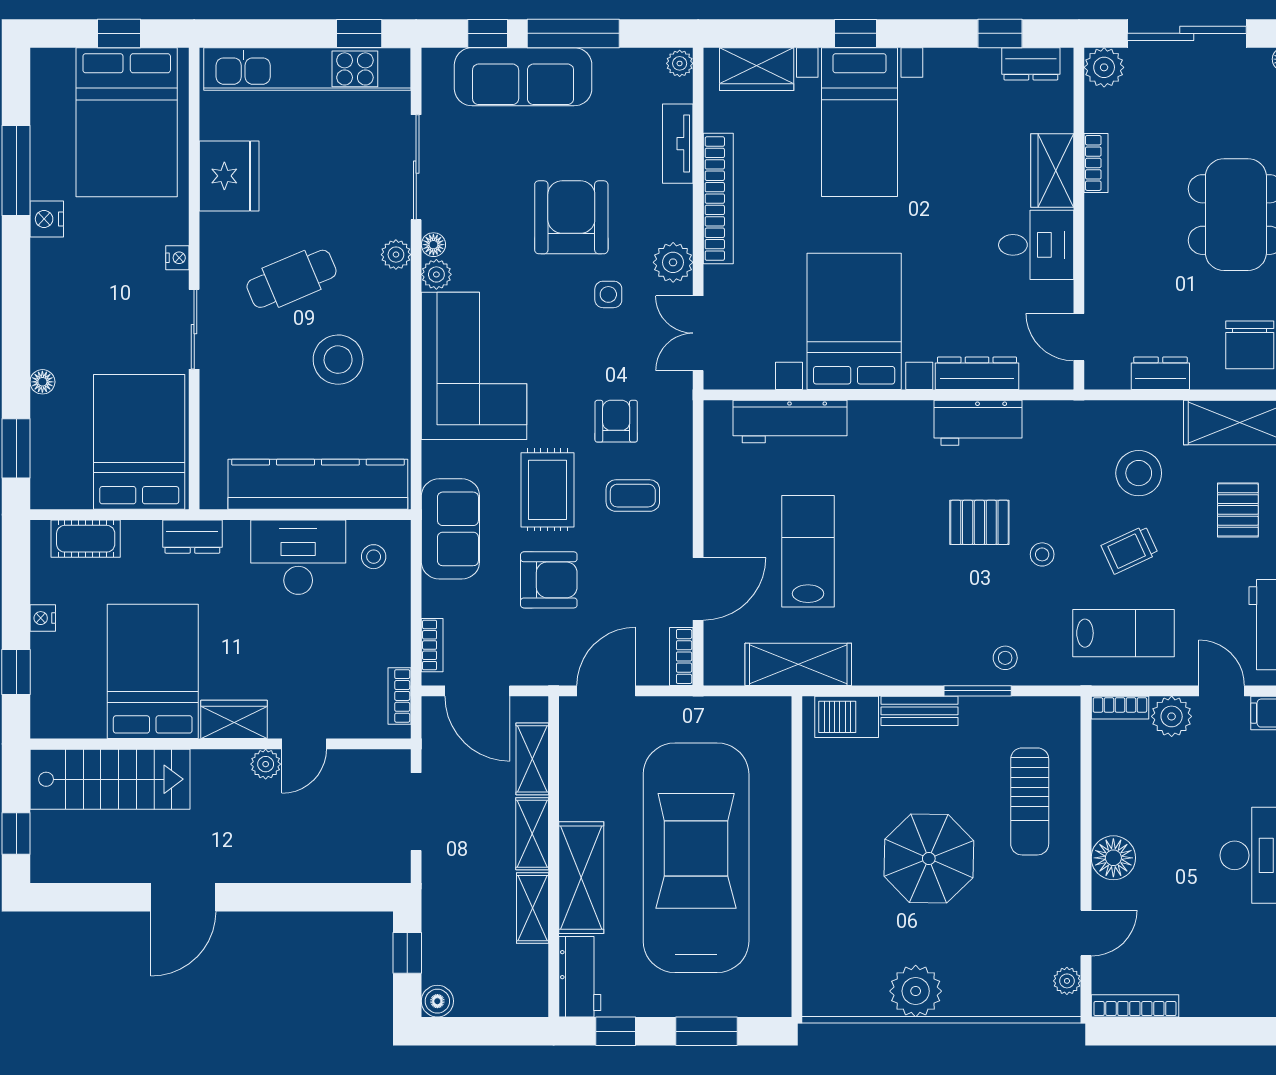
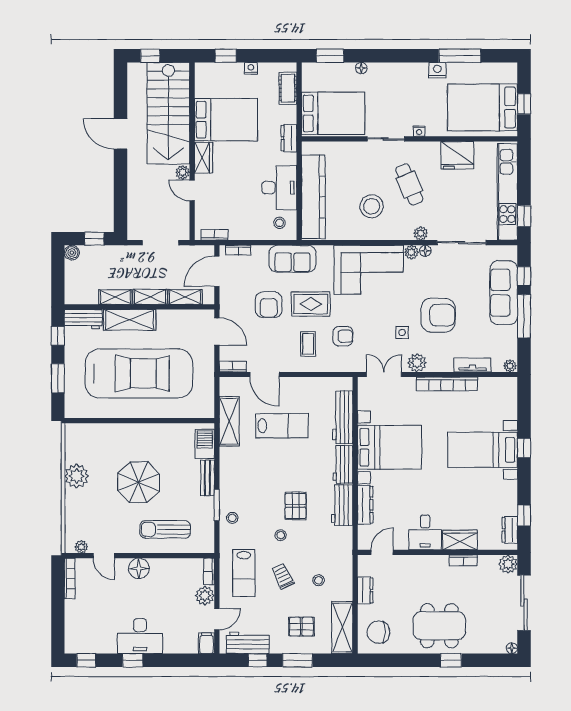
wardrobe: (757, 69) -> (507, 402), removed
workbench: (890, 421) -> (343, 464), added
stool: (1139, 473) -> (319, 580), width x0.53, depth x0.53
stairs: (110, 779) -> (168, 113), width x1.36, depth x1.51

